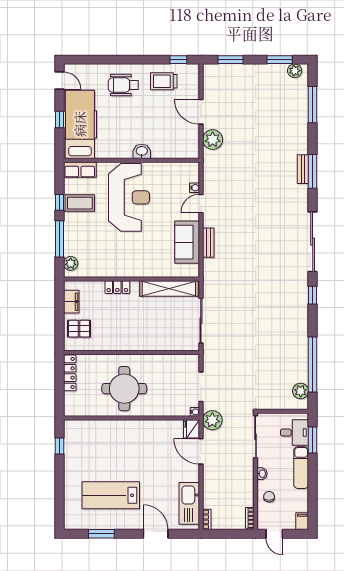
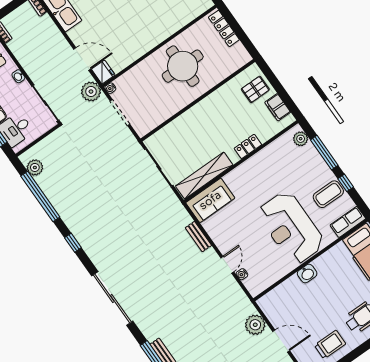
sofa: (187, 242) -> (210, 200), moved, turned 90
window: (313, 295) -> (73, 243), moved
locker: (70, 373) -> (224, 28), moved

